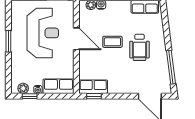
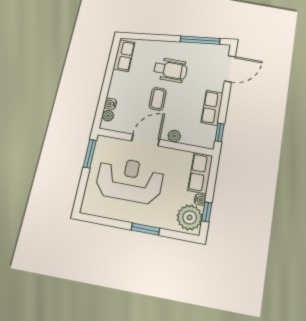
window: (8, 41) -> (145, 229), moved
plant: (84, 61) -> (174, 136), added
row of seats: (93, 87) -> (212, 108), moved
plant: (23, 88) -> (190, 217), width x1.87, depth x1.87

